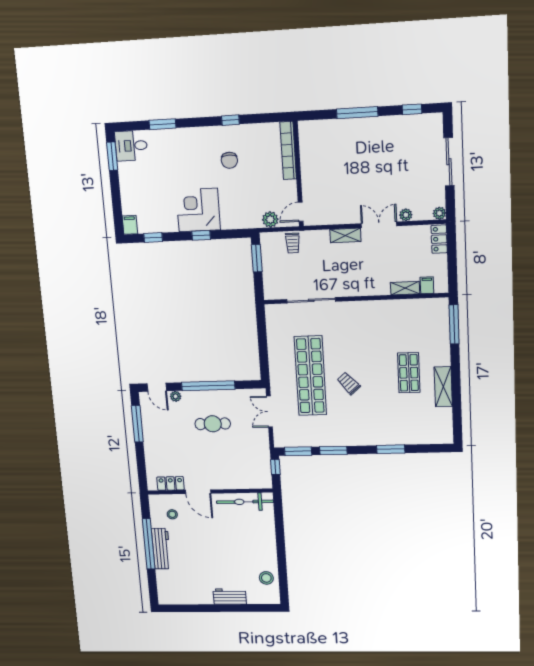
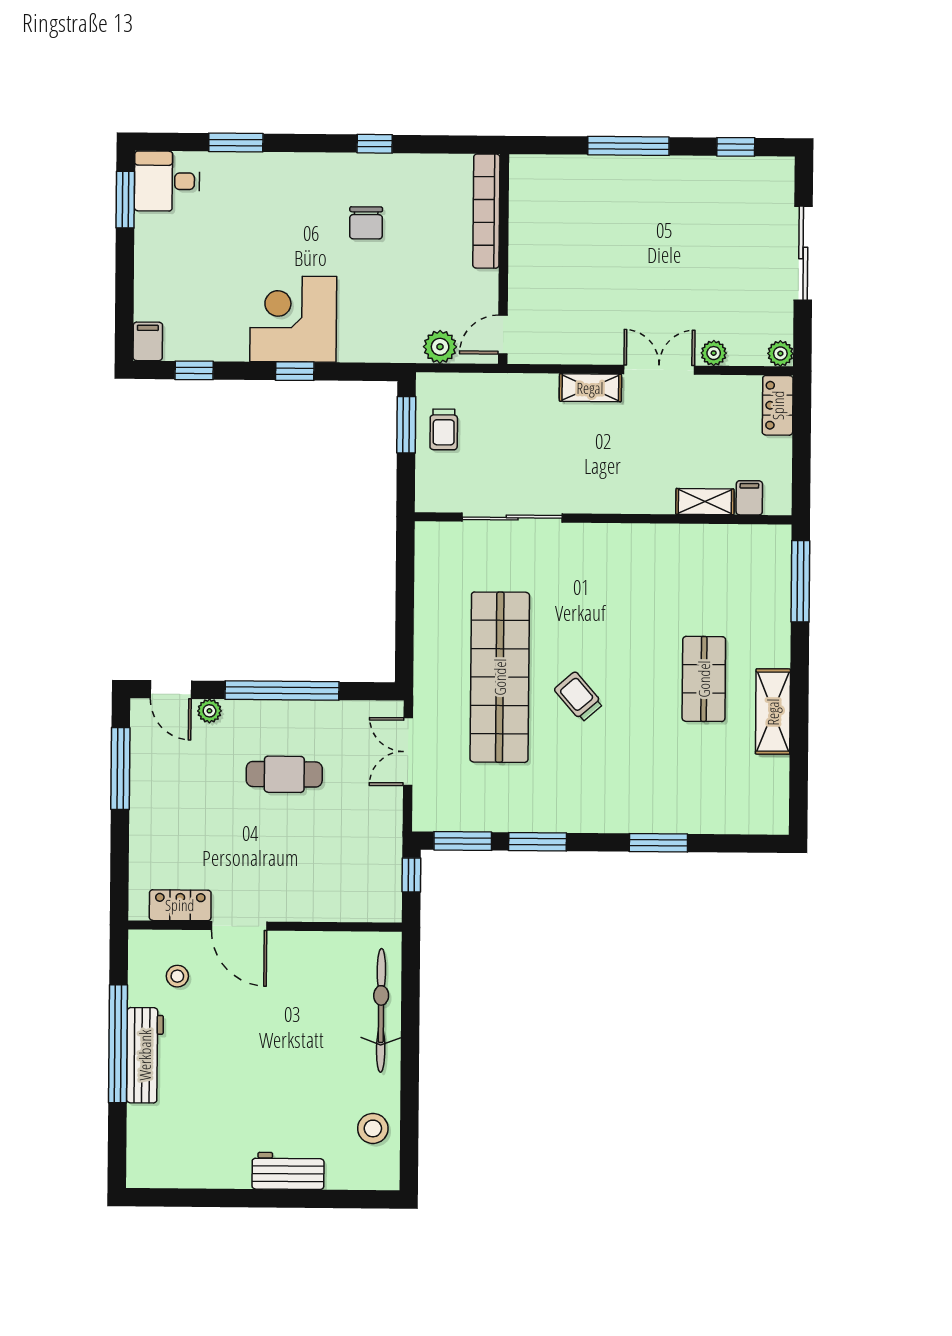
trolley: (293, 243) -> (444, 429), moved
bicycle: (245, 502) -> (381, 1010), moved, turned 90

